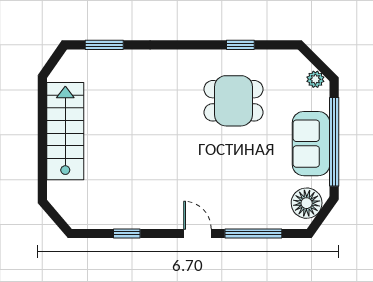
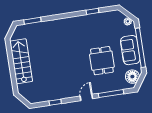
dining table: (234, 101) -> (102, 61), moved, turned 90
door: (197, 233) -> (86, 97), hinge flipped

